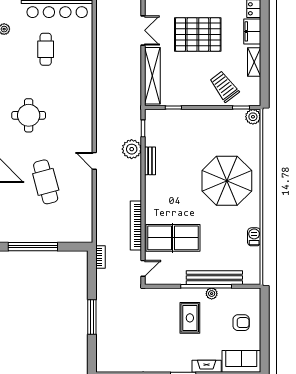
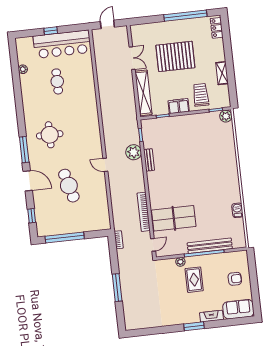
filing cabinet: (252, 31) -> (179, 106), moved, turned 90
trolley: (224, 86) -> (201, 95), turned 37
parasol: (227, 181) -> (211, 169), removed
plant: (212, 294) -> (180, 262), moved

